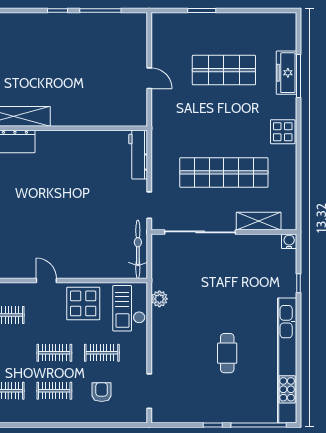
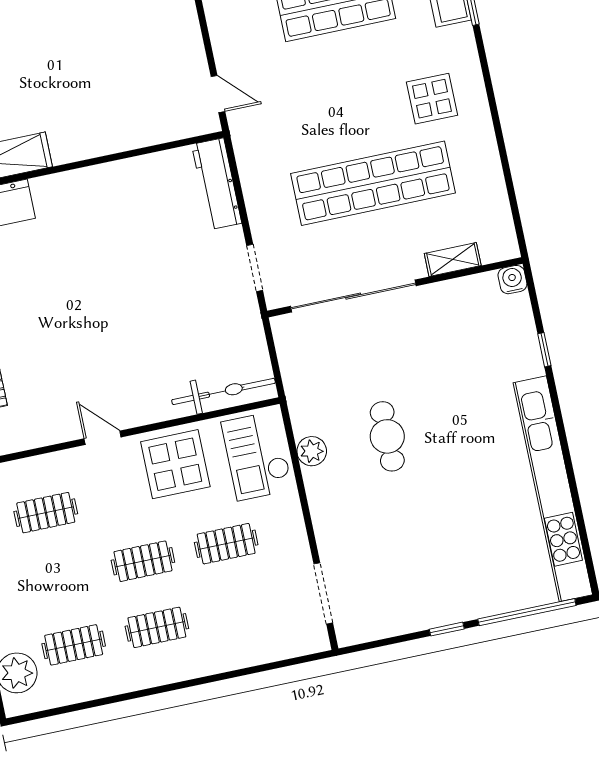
door: (149, 78) -> (218, 94), moved
display table: (283, 132) -> (432, 99), moved
shelving: (259, 221) -> (453, 259), width x0.67, depth x0.75
bicycle: (138, 249) -> (224, 391), moved, turned 90
plant: (159, 299) -> (312, 451), moved
cafe table: (227, 353) -> (387, 436), moved
armchair: (102, 392) -> (240, 613), removed

